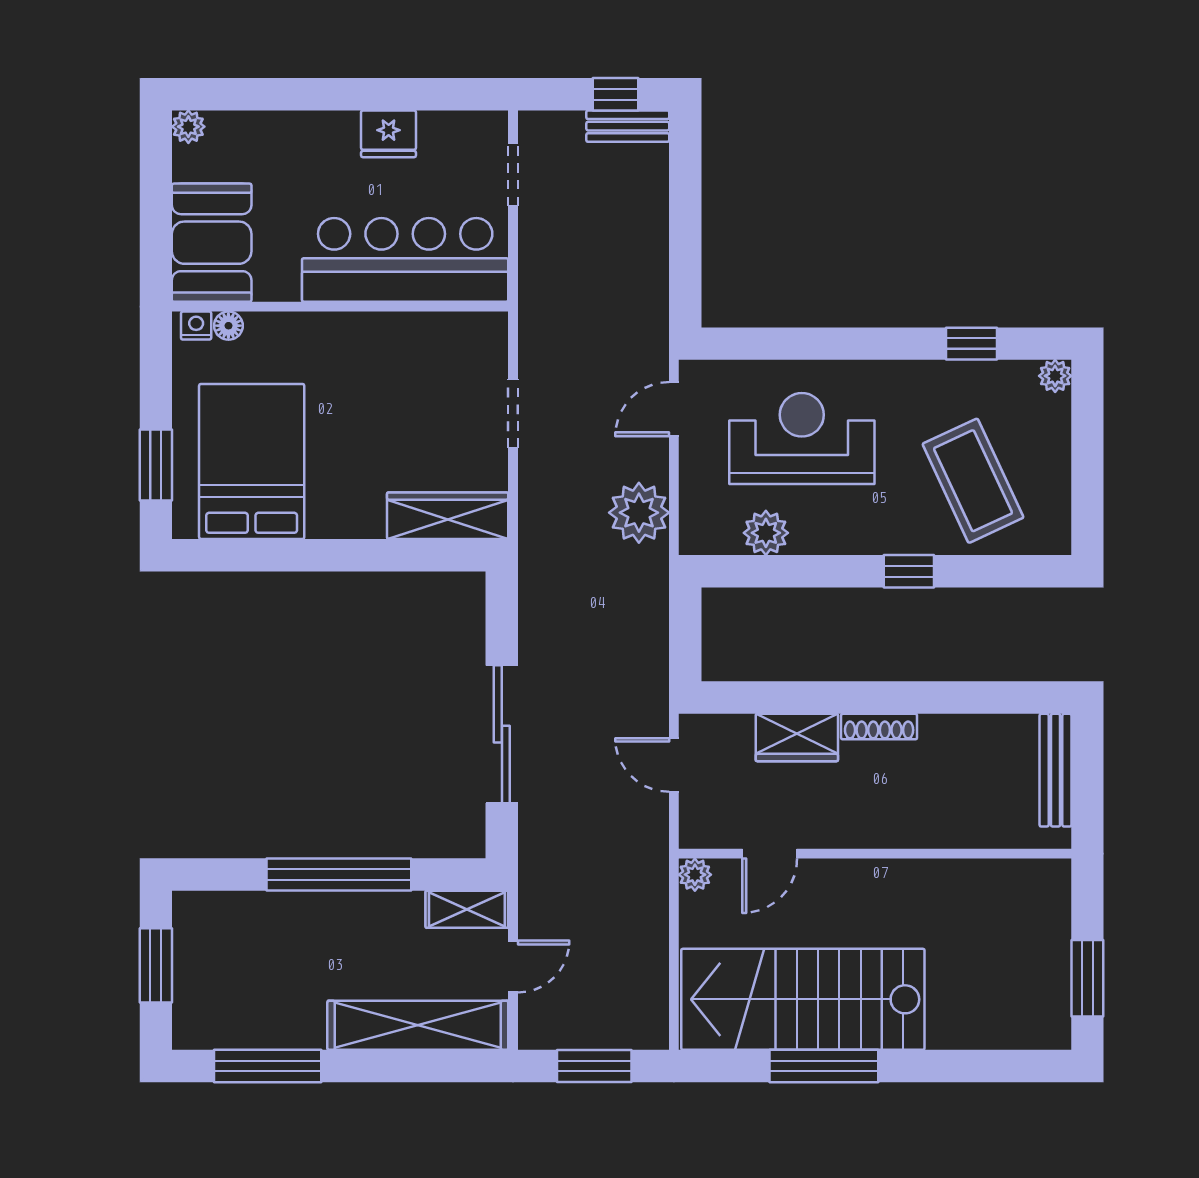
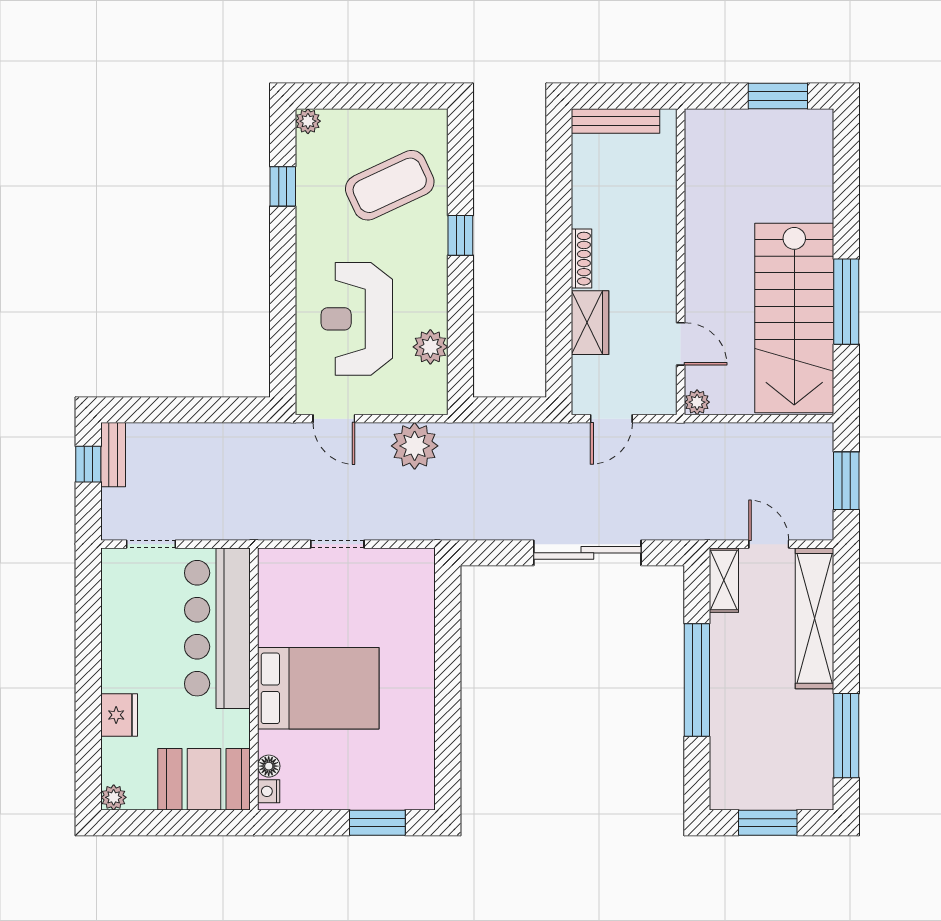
fridge: (389, 134) -> (119, 715), moved
bed: (252, 461) -> (318, 688), moved, turned 180
wardrobe: (448, 516) -> (417, 595), removed

